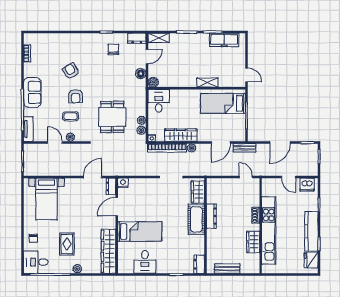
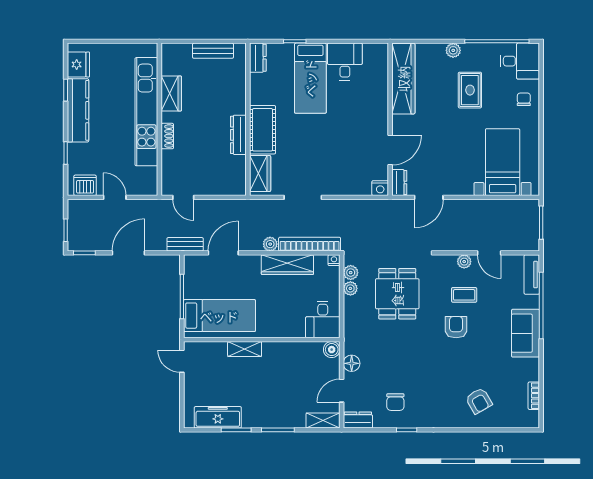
armchair: (71, 71) -> (479, 401), moved
bed: (140, 232) -> (310, 78), moved, turned -90

